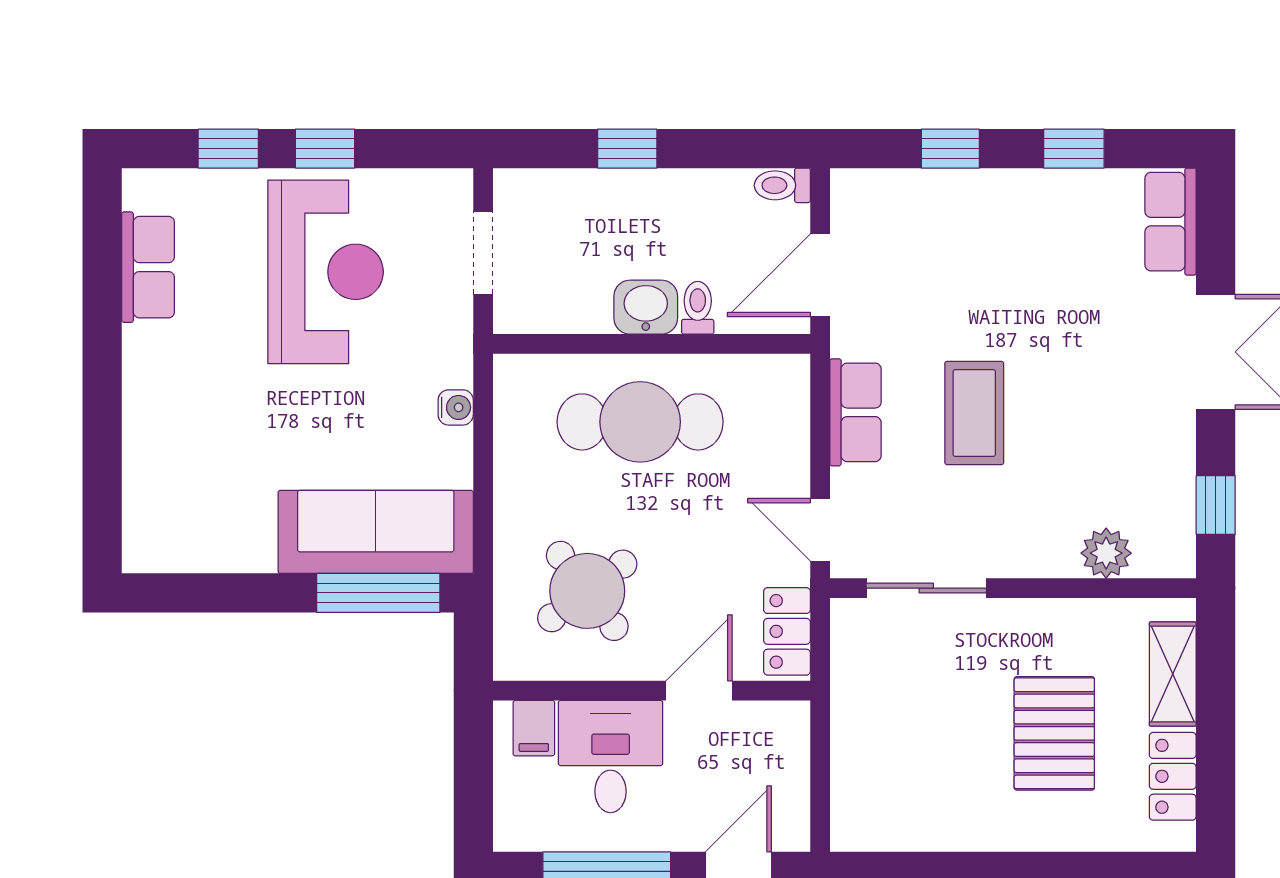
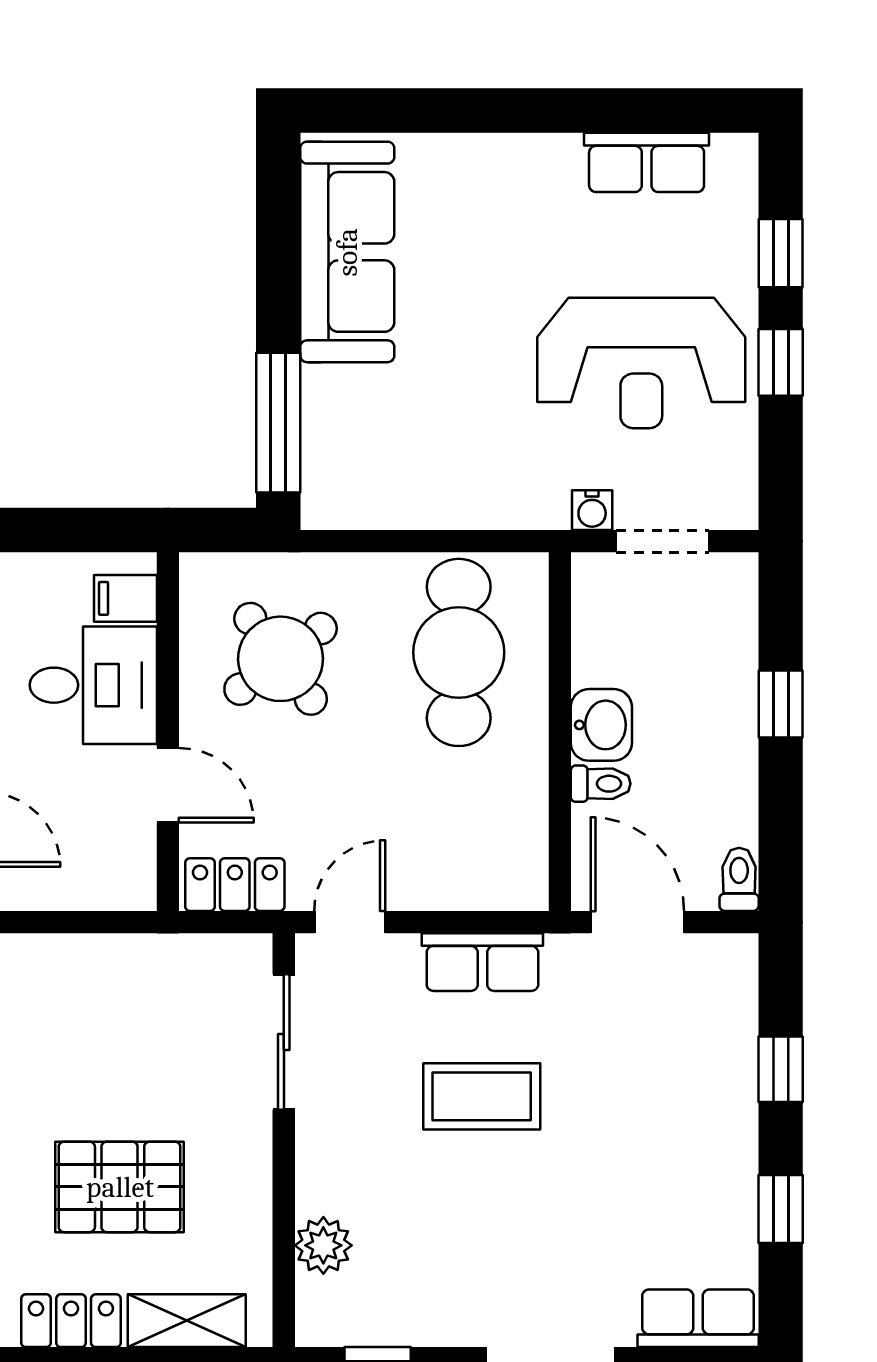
water cooler: (456, 407) -> (592, 510), moved
cafe table: (640, 422) -> (459, 652), moved
sofa: (376, 532) -> (347, 252), moved

